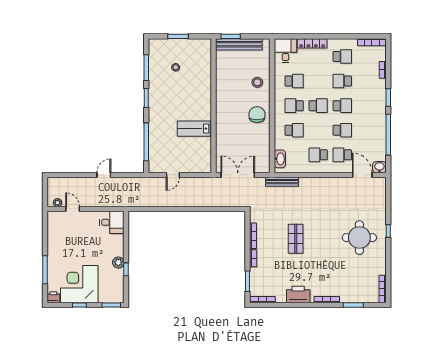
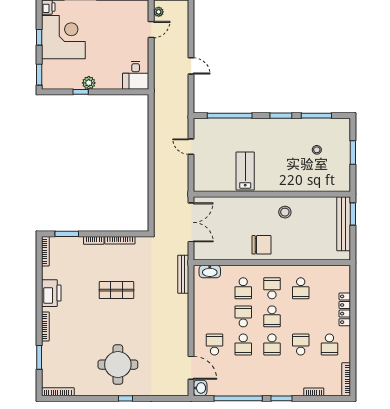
desk: (285, 51) -> (336, 278), removed
stool: (257, 82) -> (285, 212), moved
school desk: (318, 155) -> (243, 316), moved
door: (362, 175) -> (191, 368), hinge flipped

